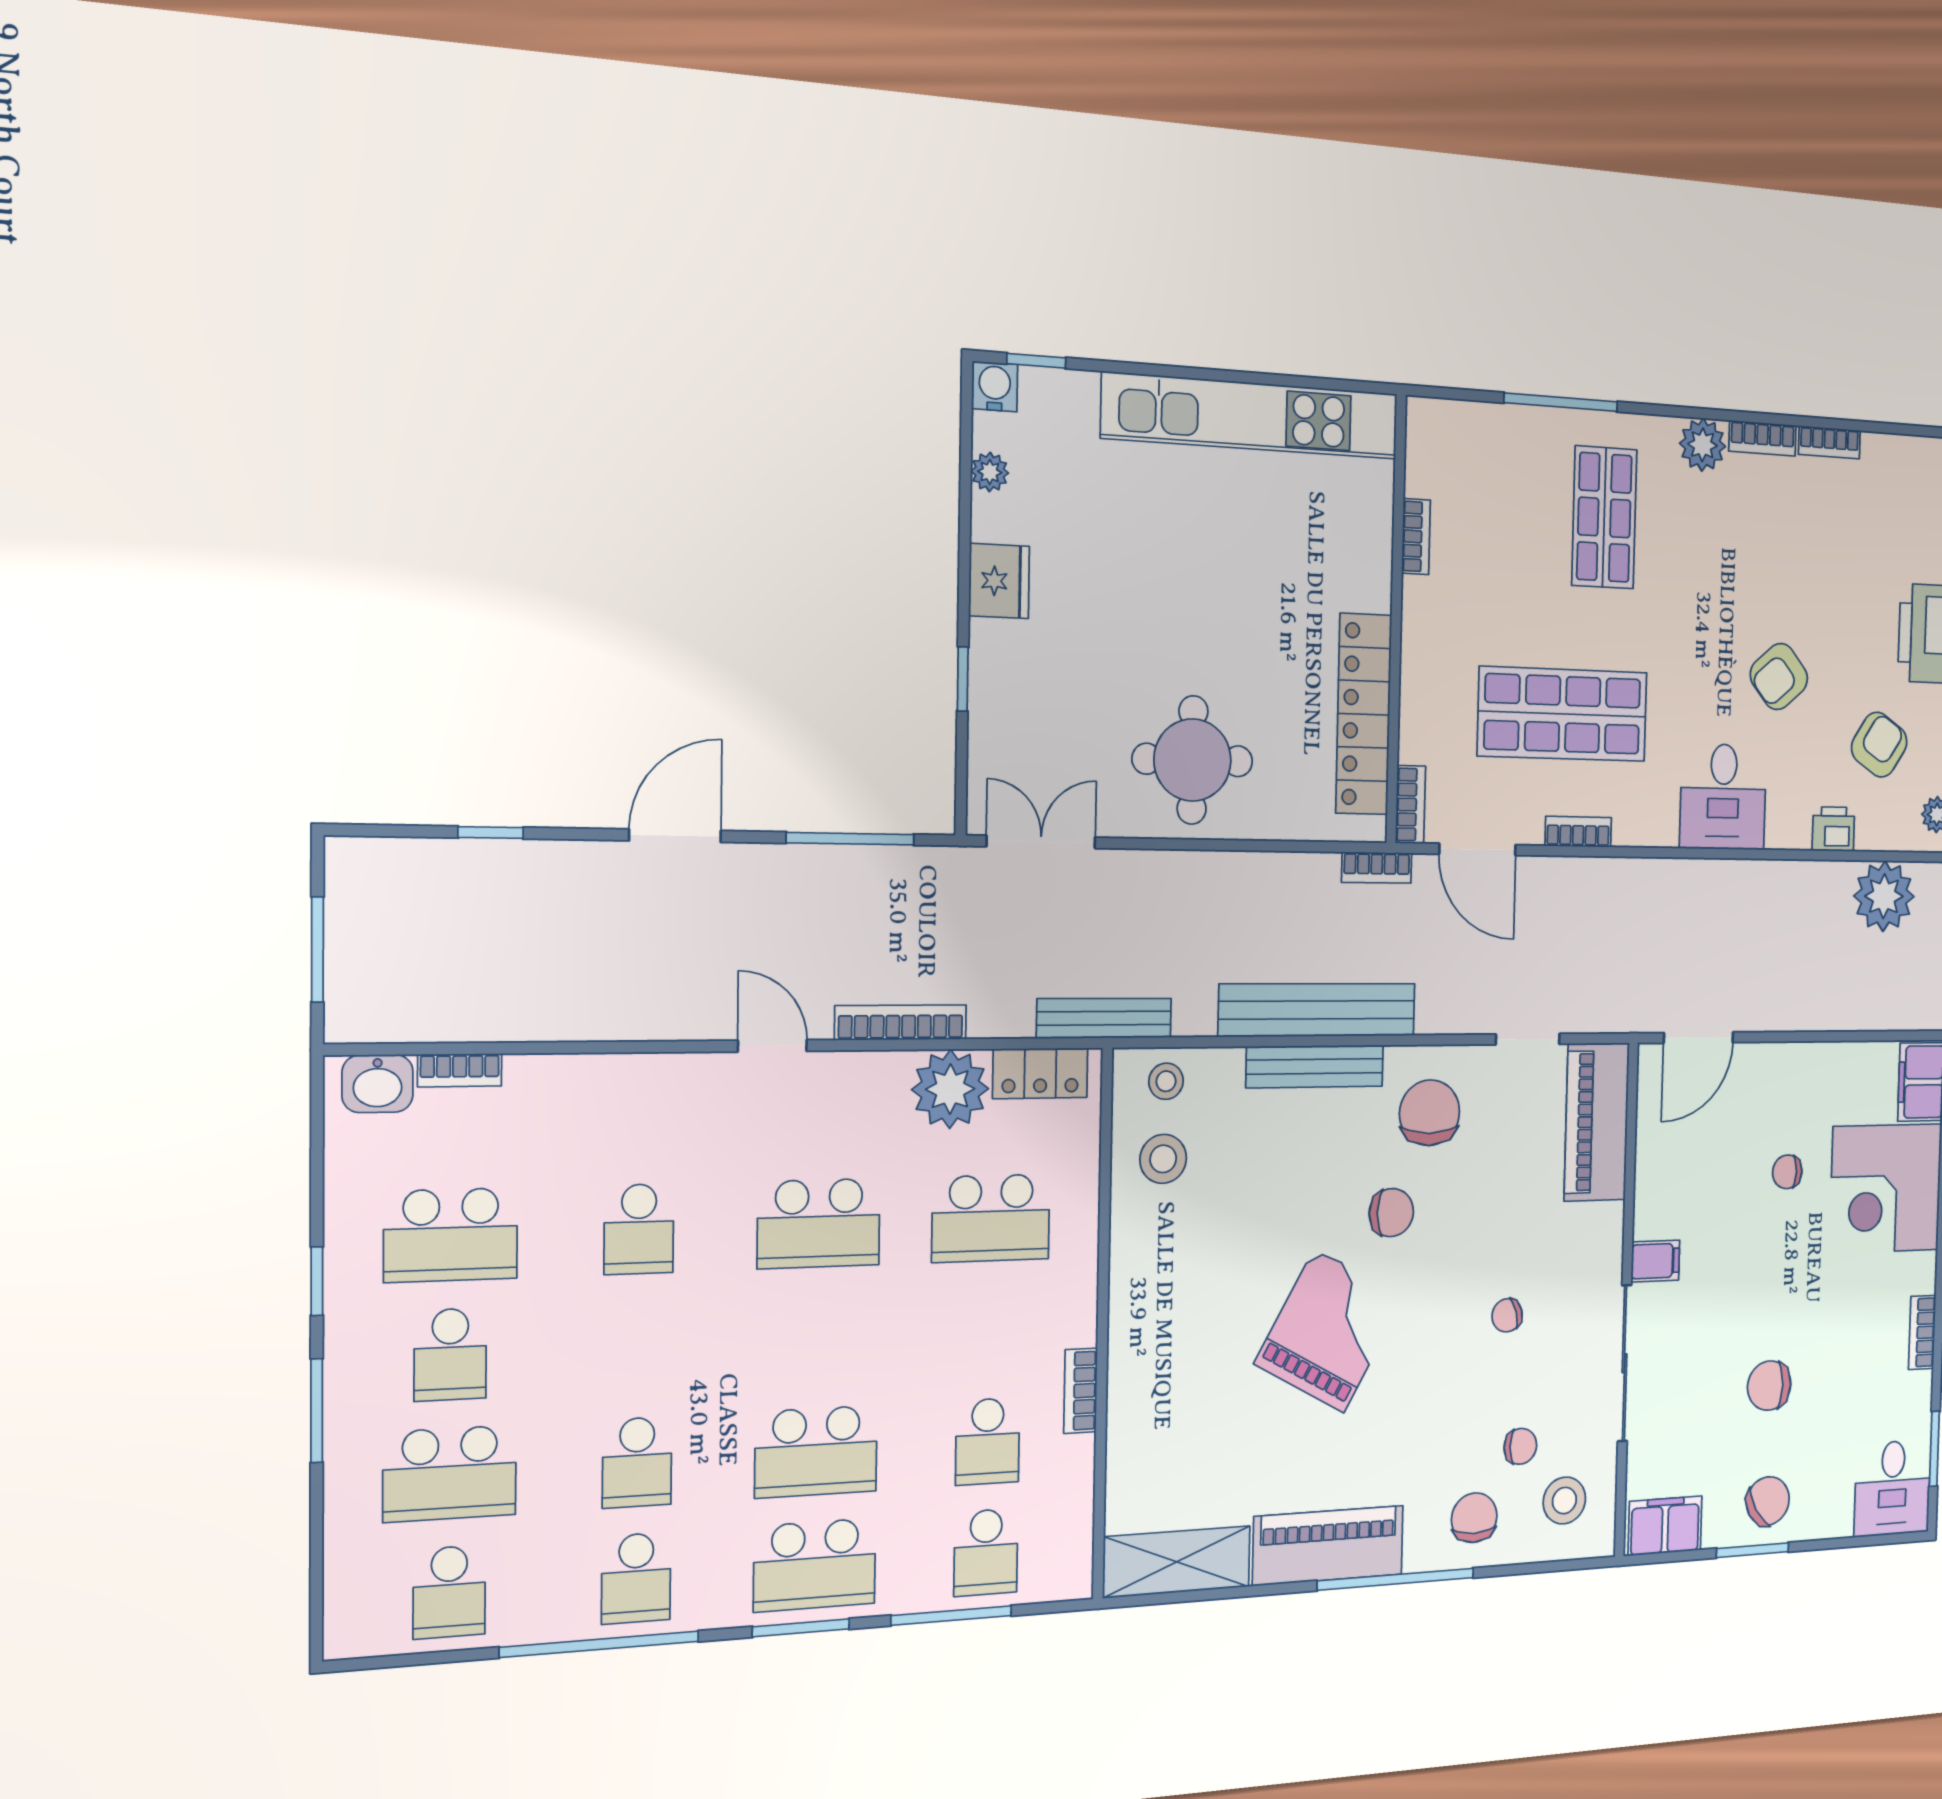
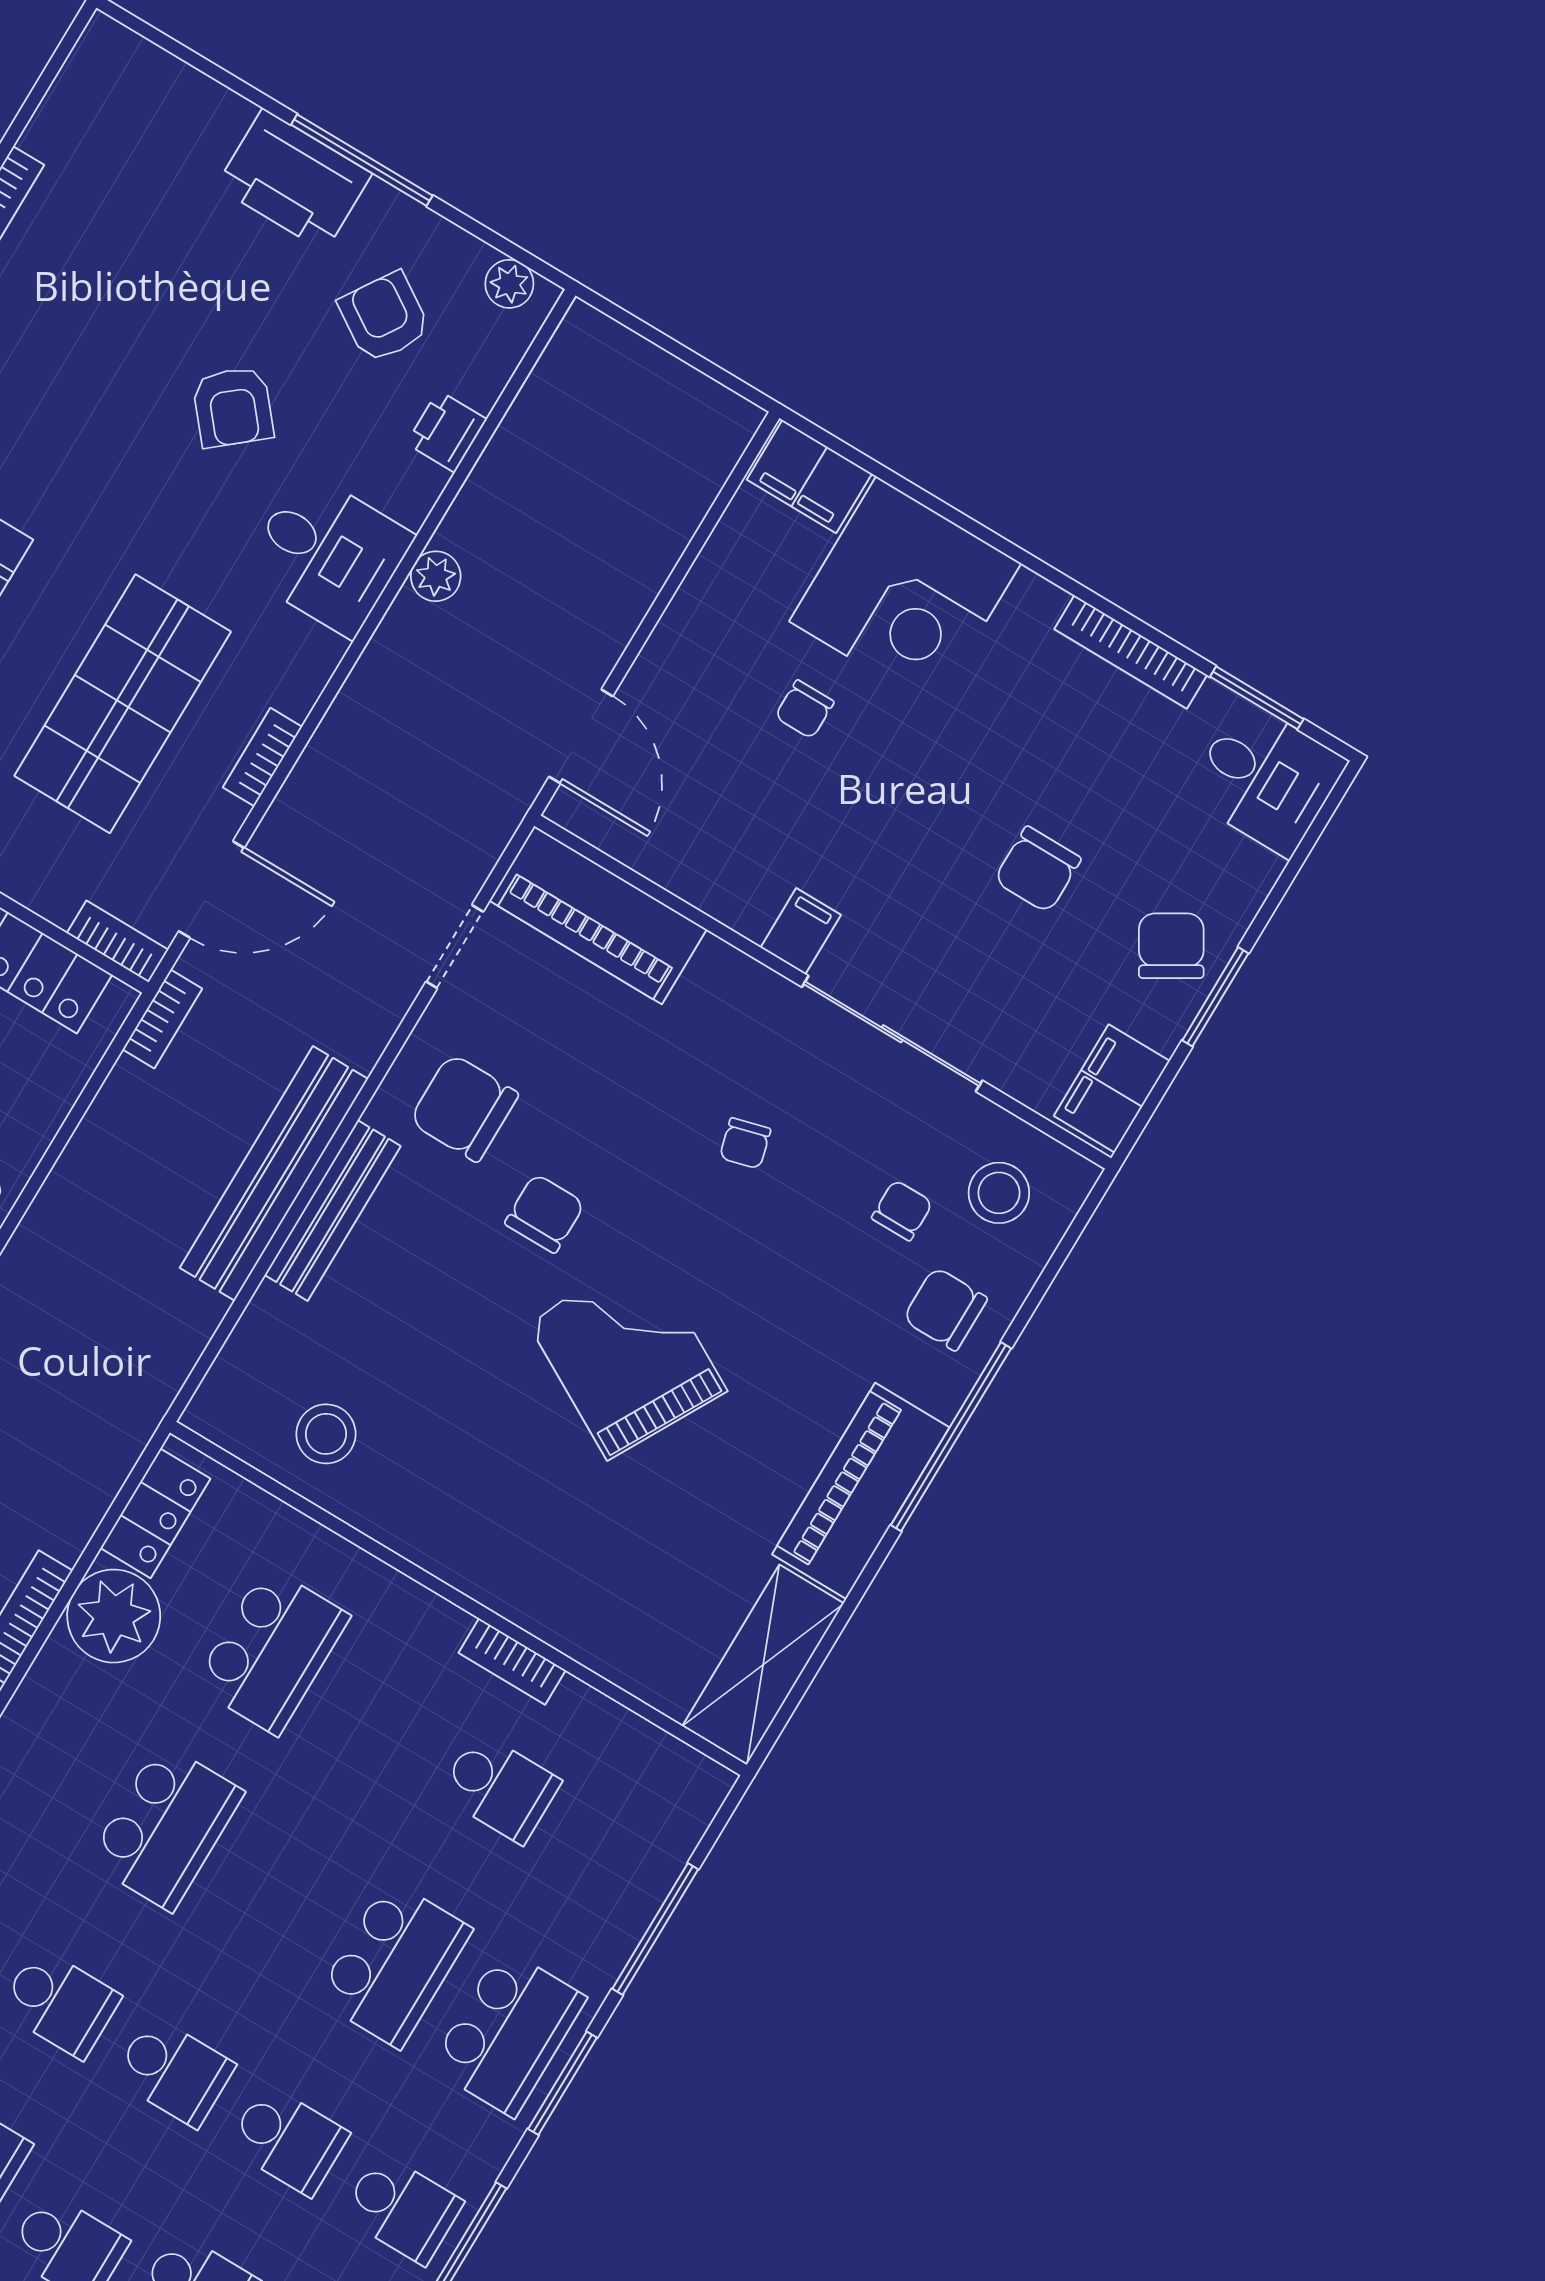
plant: (1884, 896) -> (436, 576), moved, width x0.53, depth x0.53
bench: (1104, 1018) -> (140, 1413), removed
stool: (1166, 1081) -> (247, 1384), removed
bookcase: (1922, 1332) -> (1131, 652), width x1.56
school desk: (986, 1552) -> (174, 2072), moved

